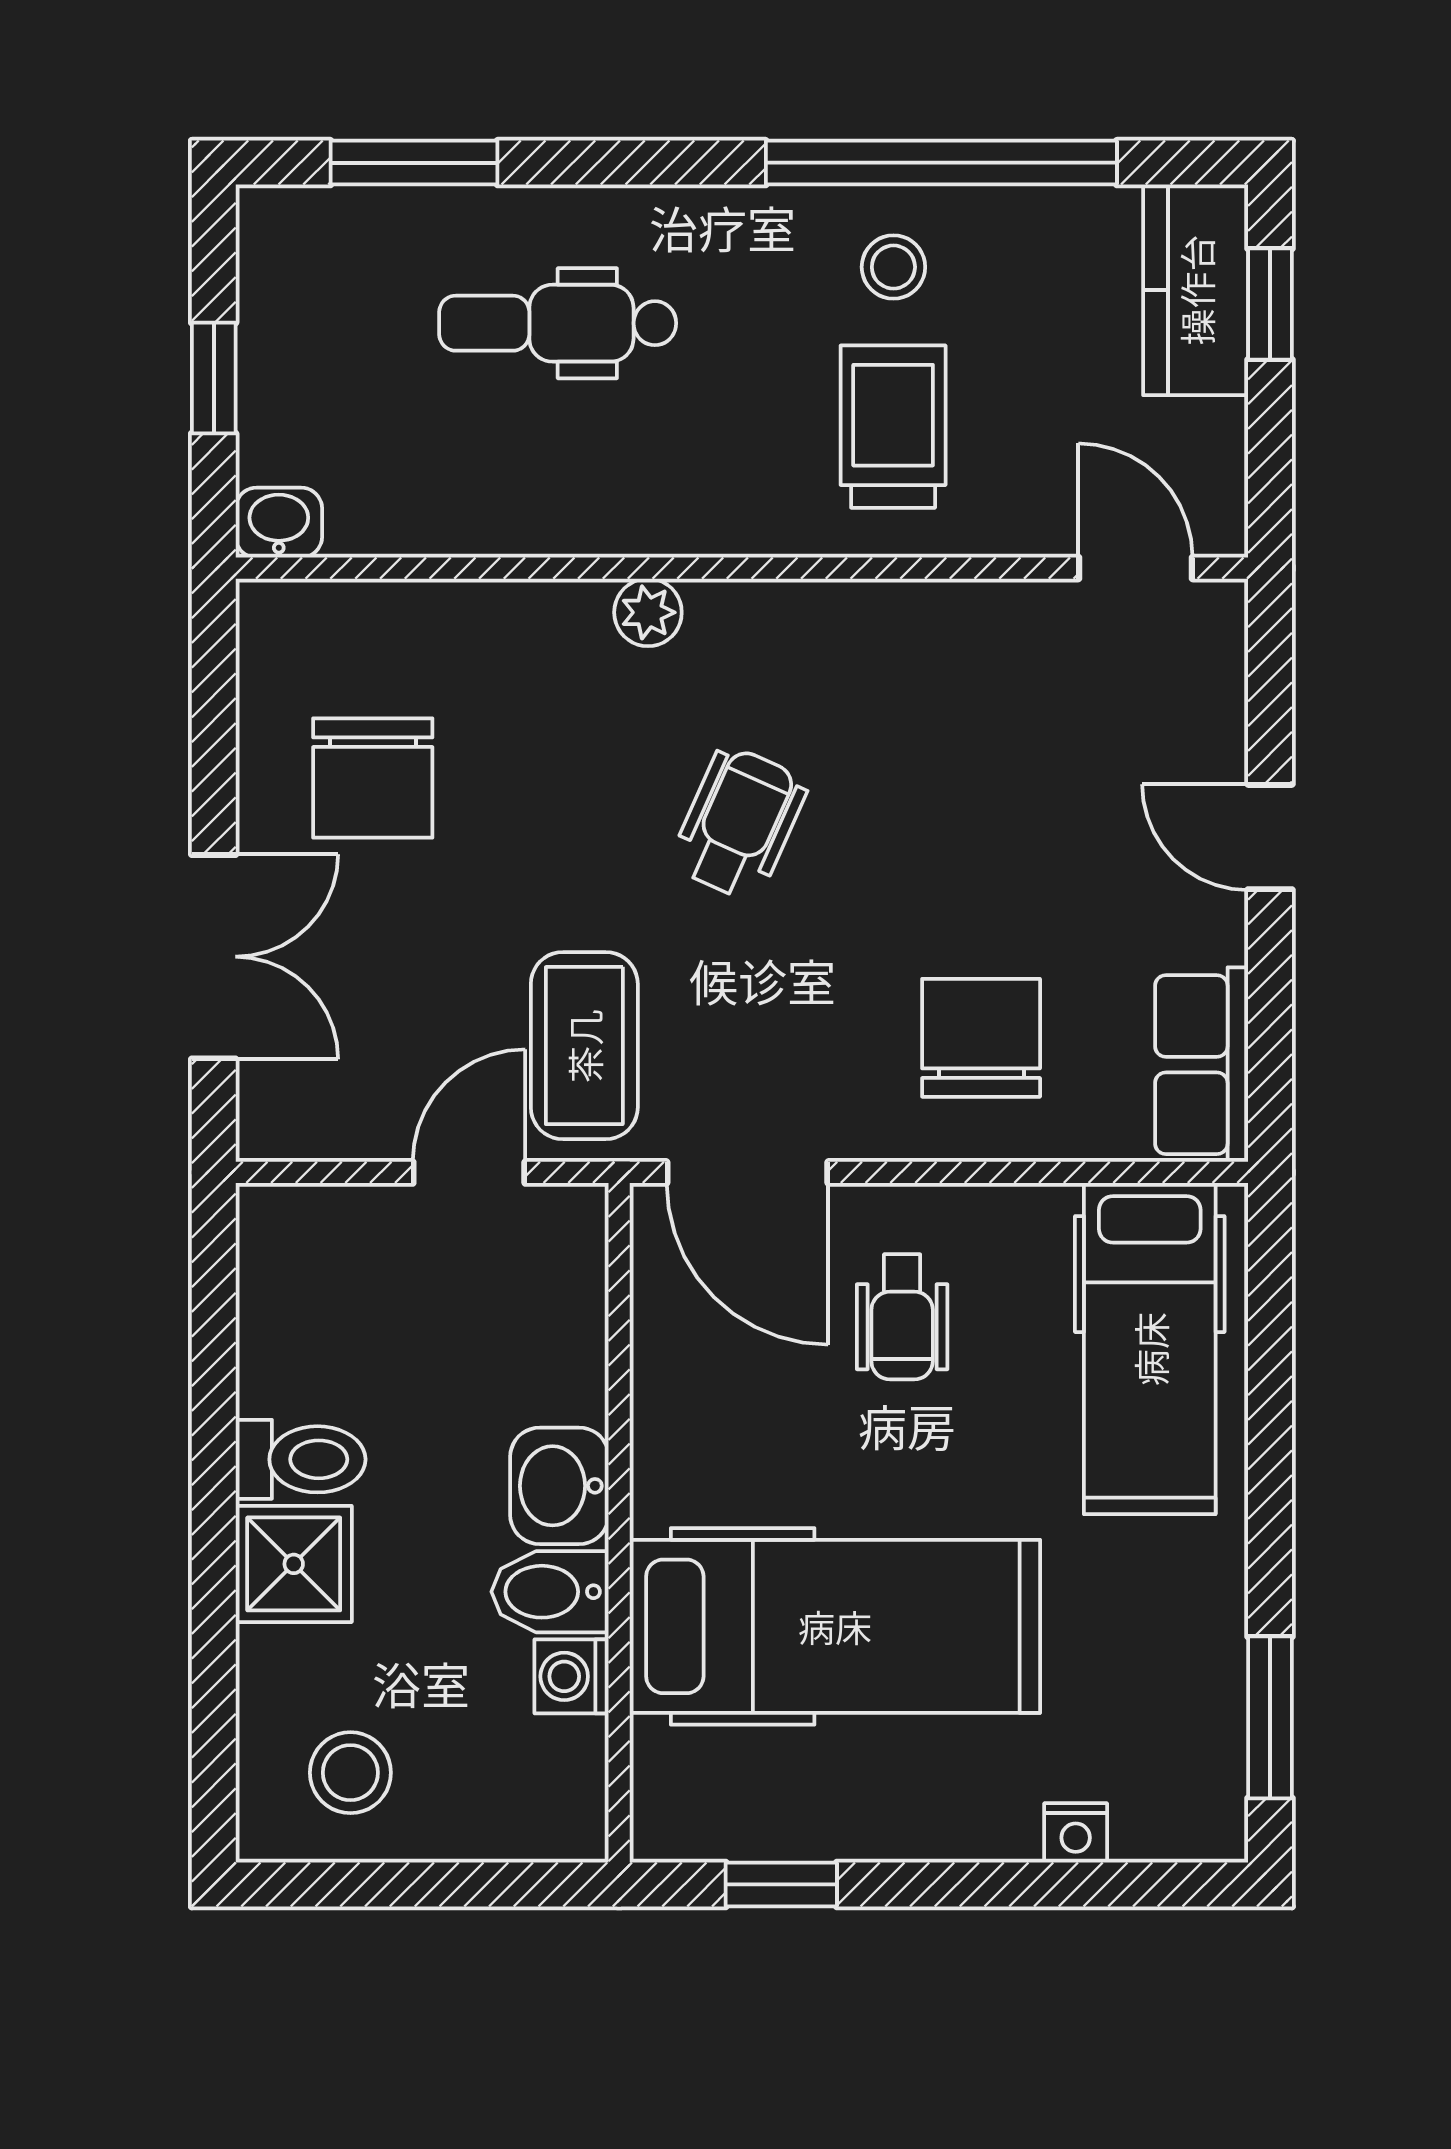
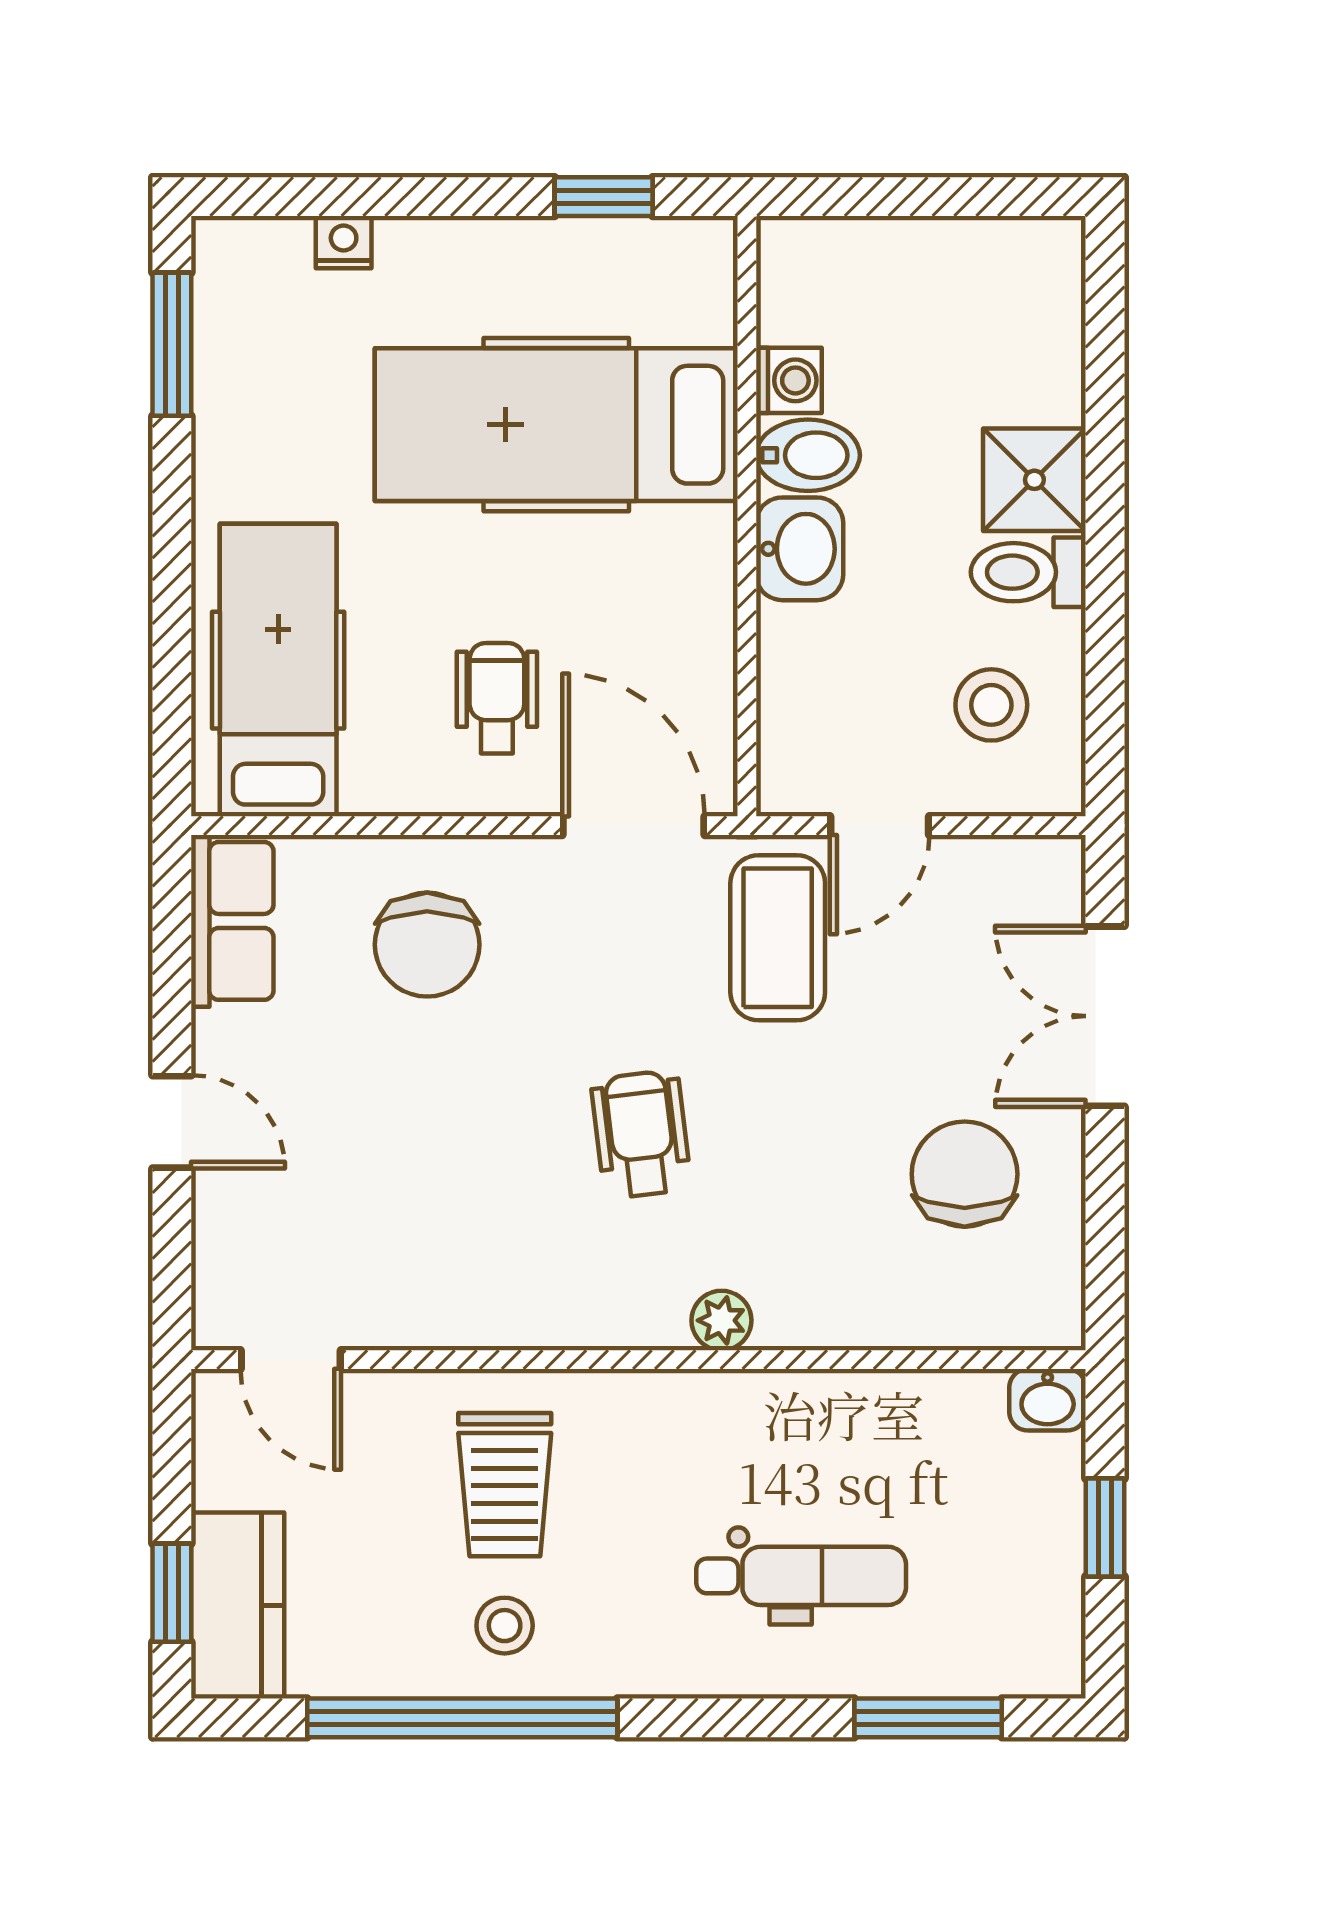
wheelchair: (739, 823) -> (641, 1134), turned 149
stool: (350, 1773) -> (991, 705), moved

